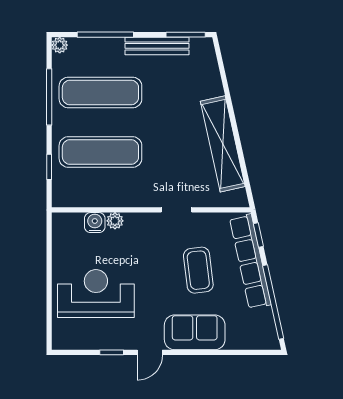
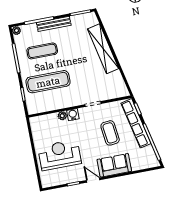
bench: (157, 46) -> (54, 24), moved
exercise mat: (100, 92) -> (42, 51), width x0.73, depth x0.69
shelving: (223, 144) -> (103, 49), moved
water cooler: (95, 223) -> (73, 115), moved
door: (150, 352) -> (93, 180), swing flipped

